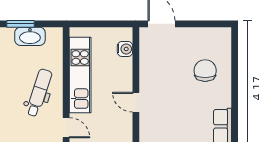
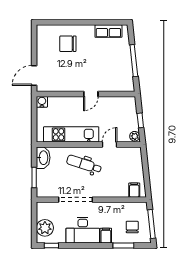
washbasin: (30, 36) -> (43, 158), moved
water cooler: (125, 49) -> (42, 102), moved

